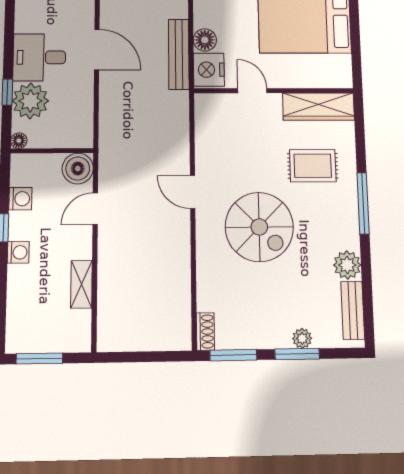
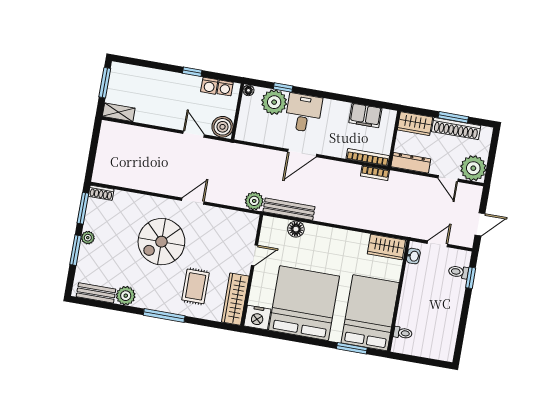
nightstand: (209, 70) -> (257, 318), moved, turned 180
plant: (176, 104) -> (254, 201), added
washing machine: (18, 252) -> (225, 88), moved
shelving: (81, 284) -> (119, 112), moved
plant: (302, 338) -> (88, 238), moved

